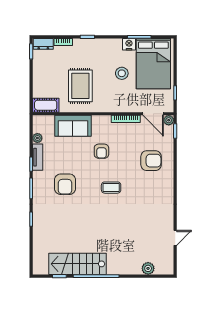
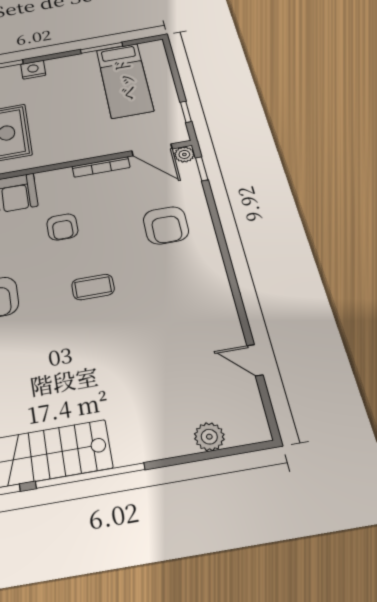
nightstand: (129, 44) -> (33, 70), moved
bed: (153, 64) -> (125, 80), width x0.67
stool: (122, 73) -> (80, 102), removed
armchair: (151, 161) -> (166, 225), turned 90
door: (175, 238) -> (255, 360), swing flipped

